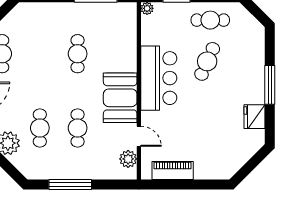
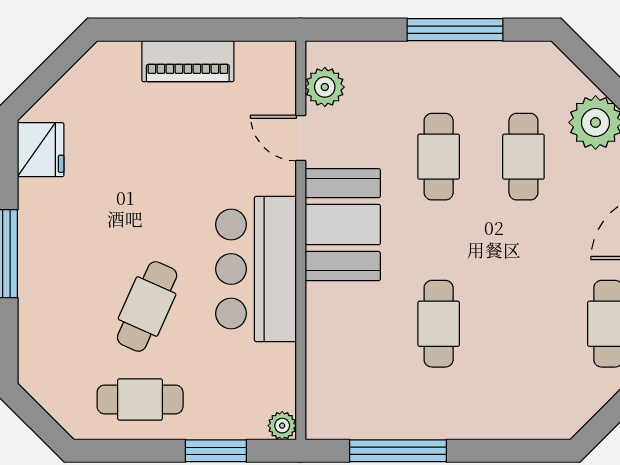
fridge: (254, 117) -> (41, 150), moved
piano: (173, 170) -> (188, 61), moved

